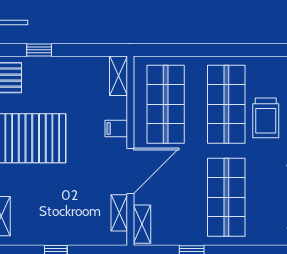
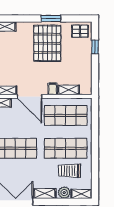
shelving: (119, 76) -> (69, 90), moved
trolley: (266, 118) -> (70, 171), moved

